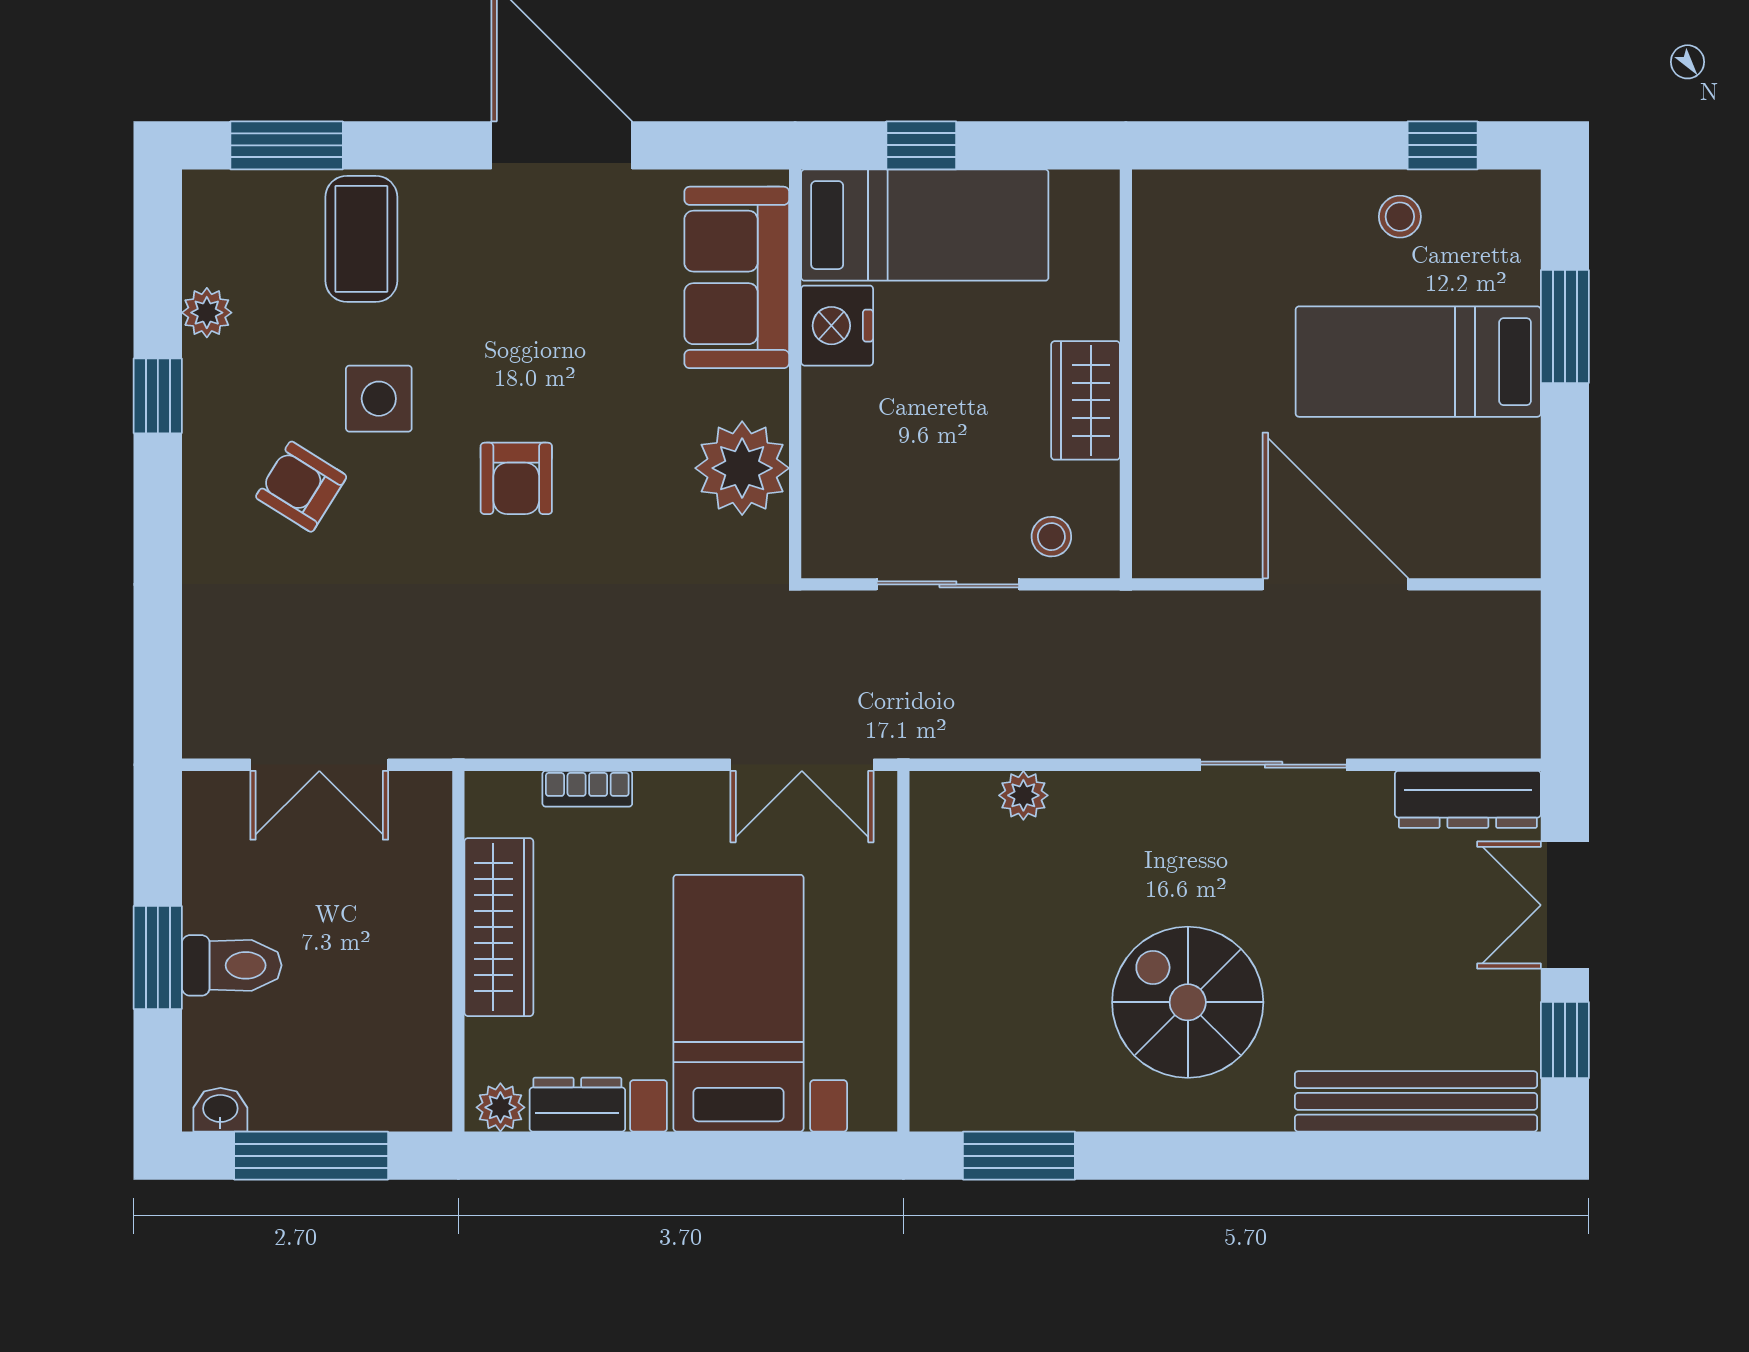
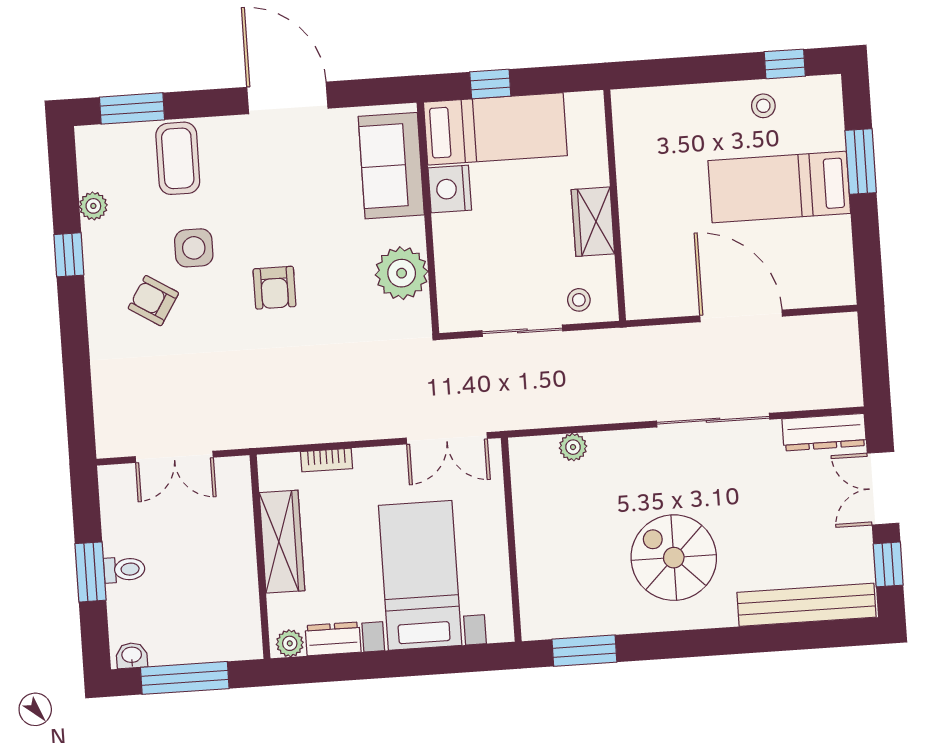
sliding door: (1274, 765) -> (713, 420), width x1.37
toilet: (232, 965) -> (124, 569), width x0.73, depth x0.72

